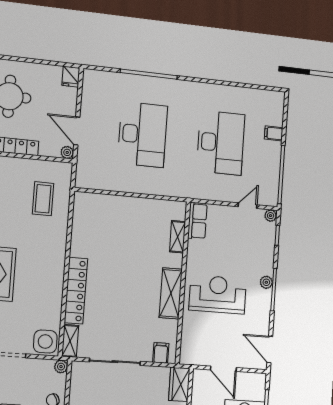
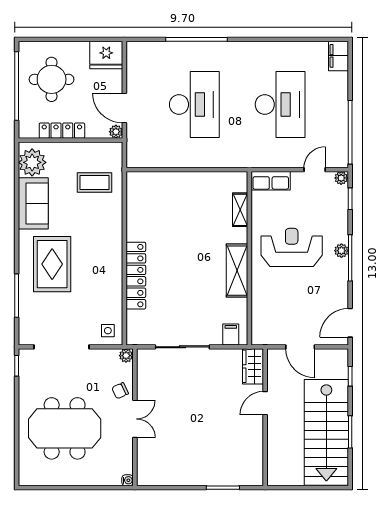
fridge: (71, 77) -> (106, 55), width x1.88, depth x1.34
filing cabinet: (274, 133) -> (339, 56), moved, width x2.00
coffee table: (43, 199) -> (94, 183), turned 90
row of seats: (197, 221) -> (271, 181), moved, turned 90
reception desk: (218, 294) -> (292, 247), moved
shelving: (70, 341) -> (134, 328), removed
side table: (45, 342) -> (108, 331), width x0.54, depth x0.54
door: (270, 349) -> (350, 323), hinge flipped

